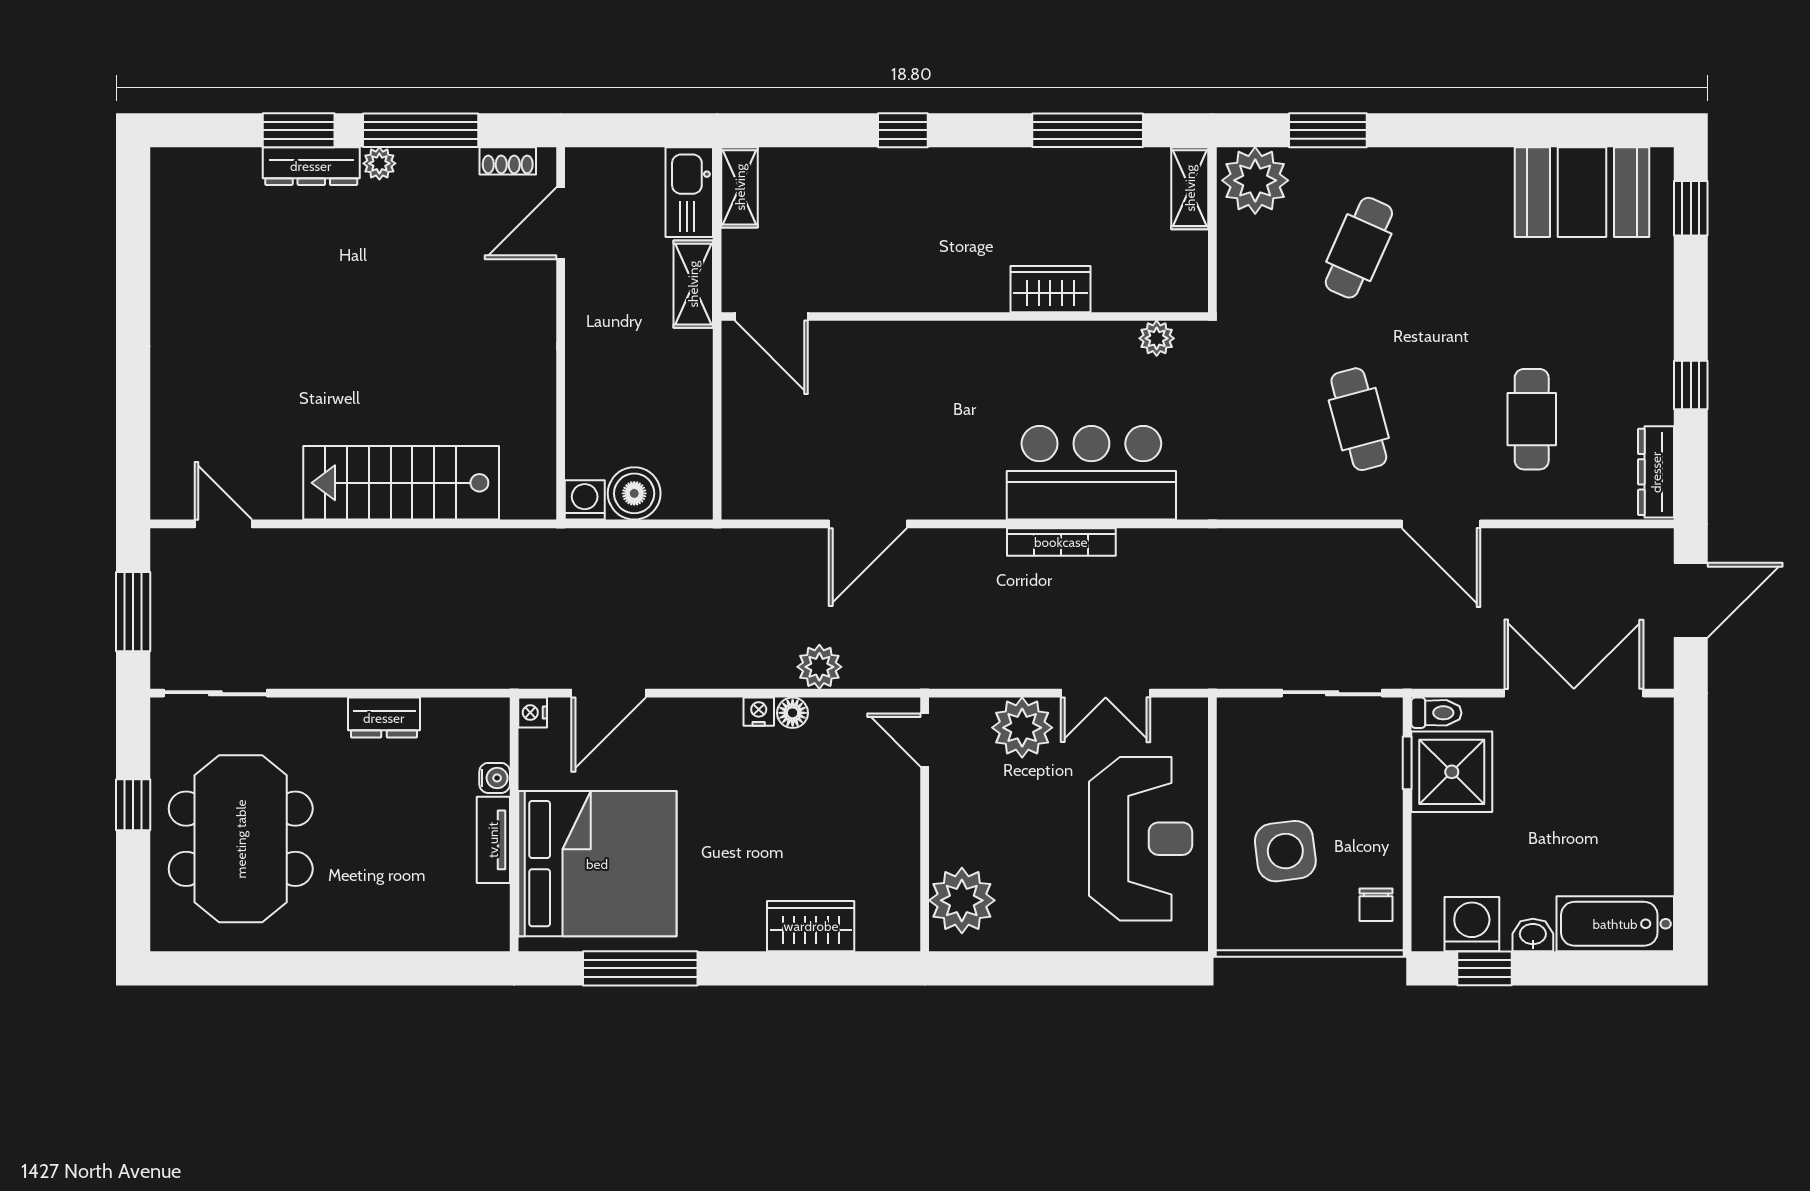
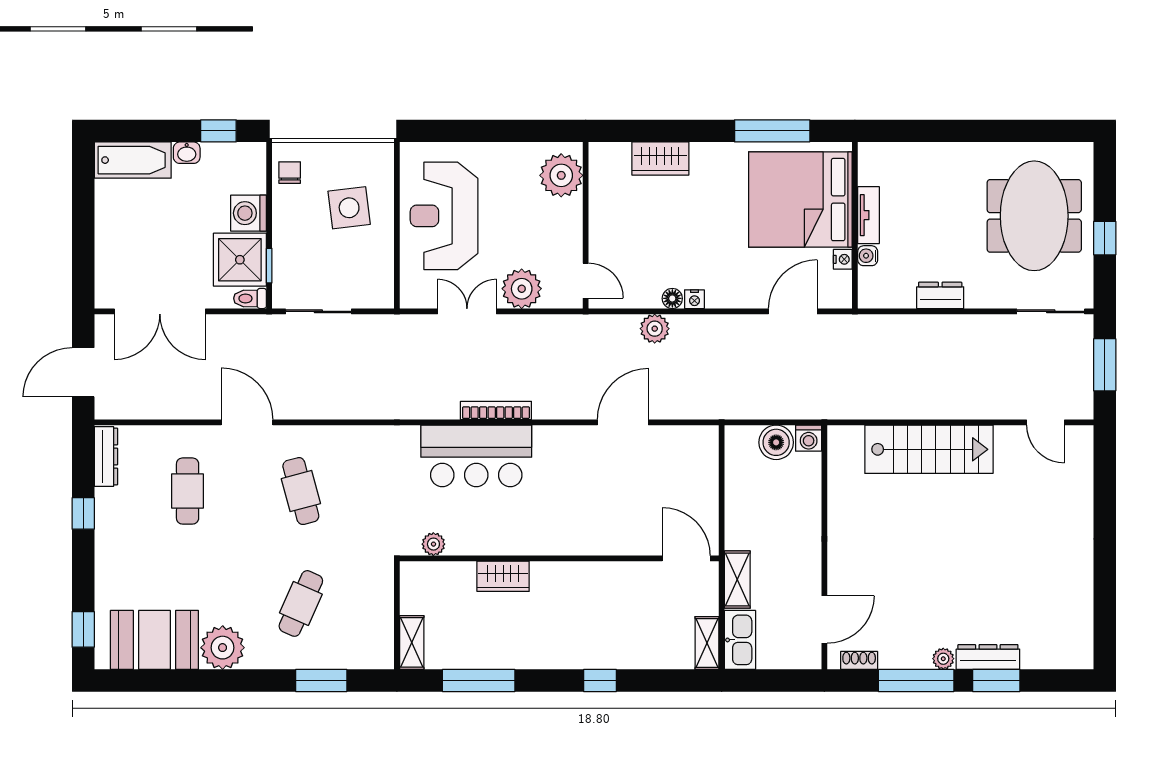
plant: (1255, 180) -> (223, 648), moved
nightstand: (533, 713) -> (843, 259), moved
washing machine: (1472, 924) -> (248, 213), moved, turned 90

